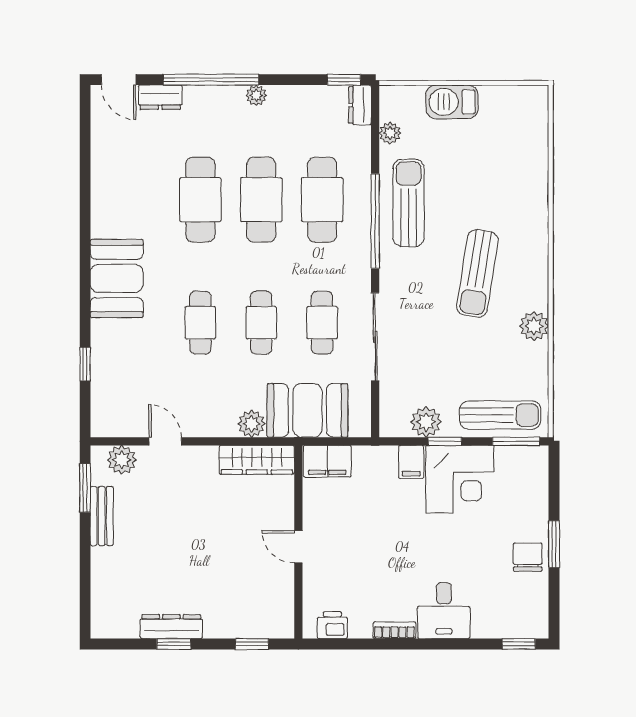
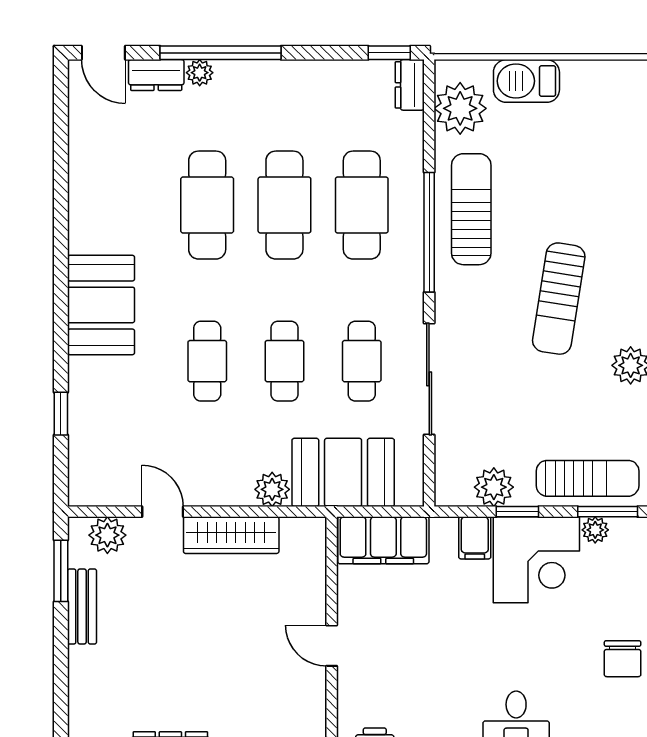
plant: (256, 95) -> (200, 73), moved
plant: (390, 133) -> (460, 108), width x1.87, depth x1.87
plant: (506, 456) -> (595, 530), added
wardrobe: (257, 460) -> (231, 535), moved
filing cabinet: (327, 461) -> (383, 540), width x1.50, depth x1.17
chair: (528, 557) -> (623, 659), turned 180

